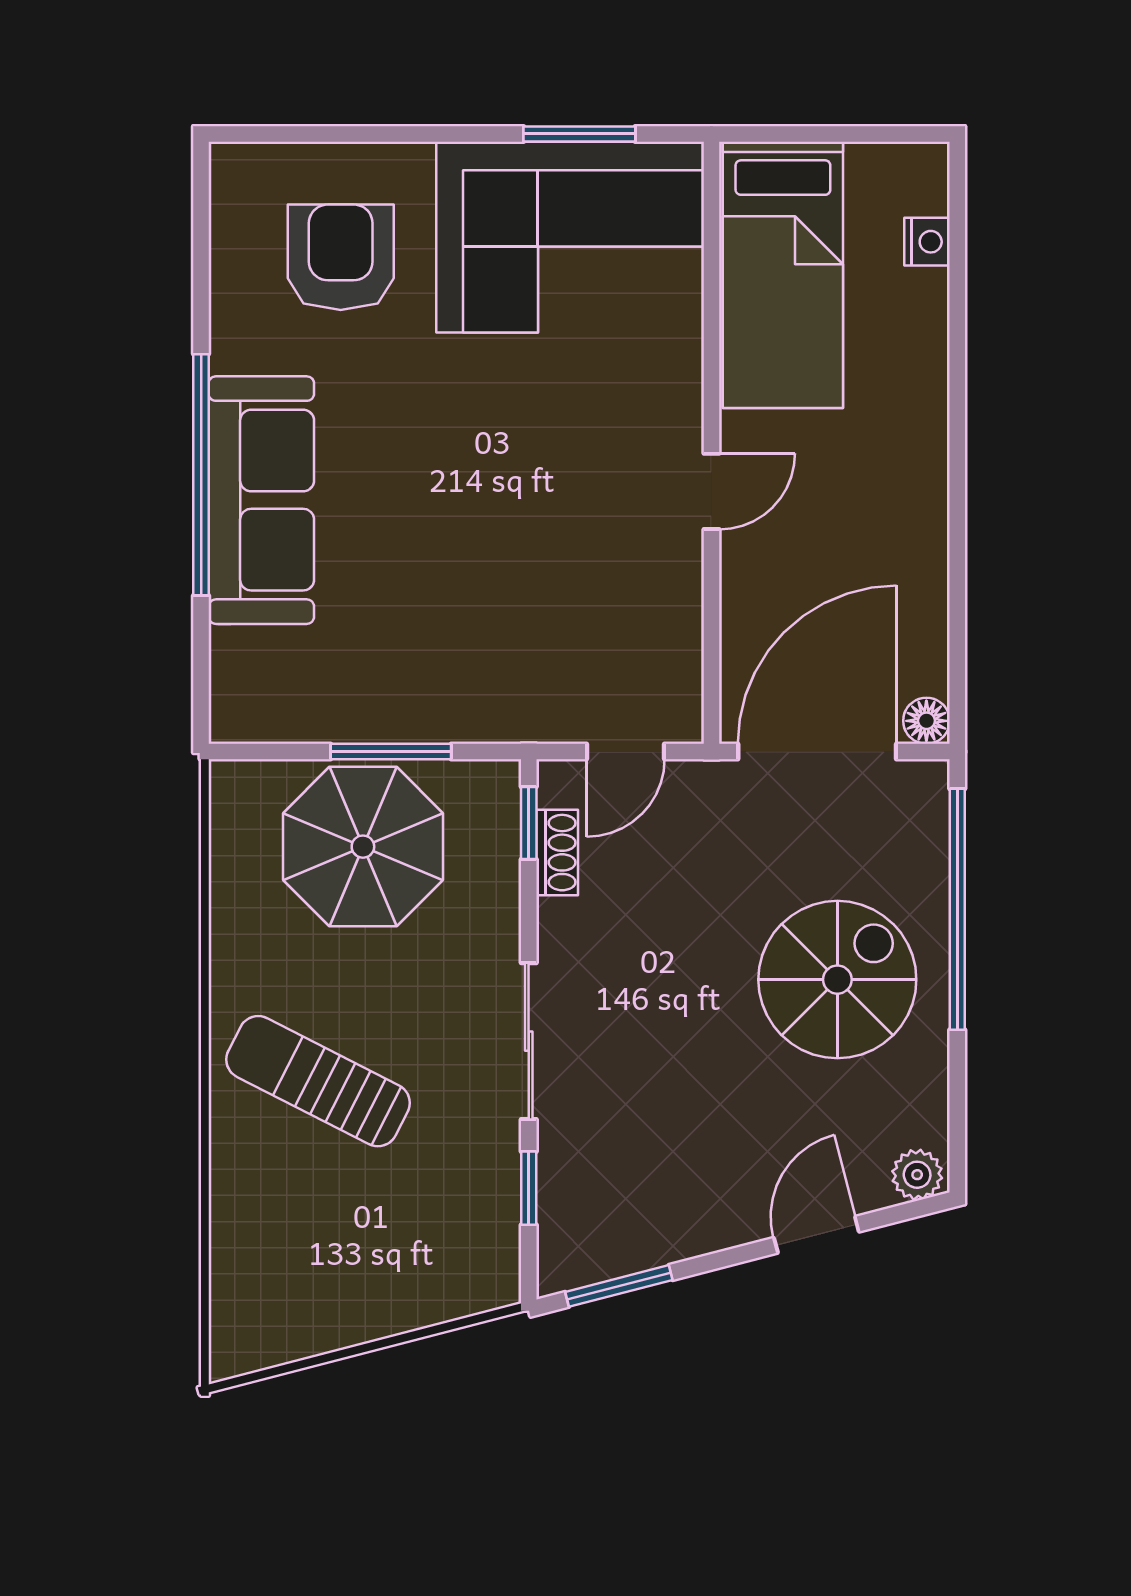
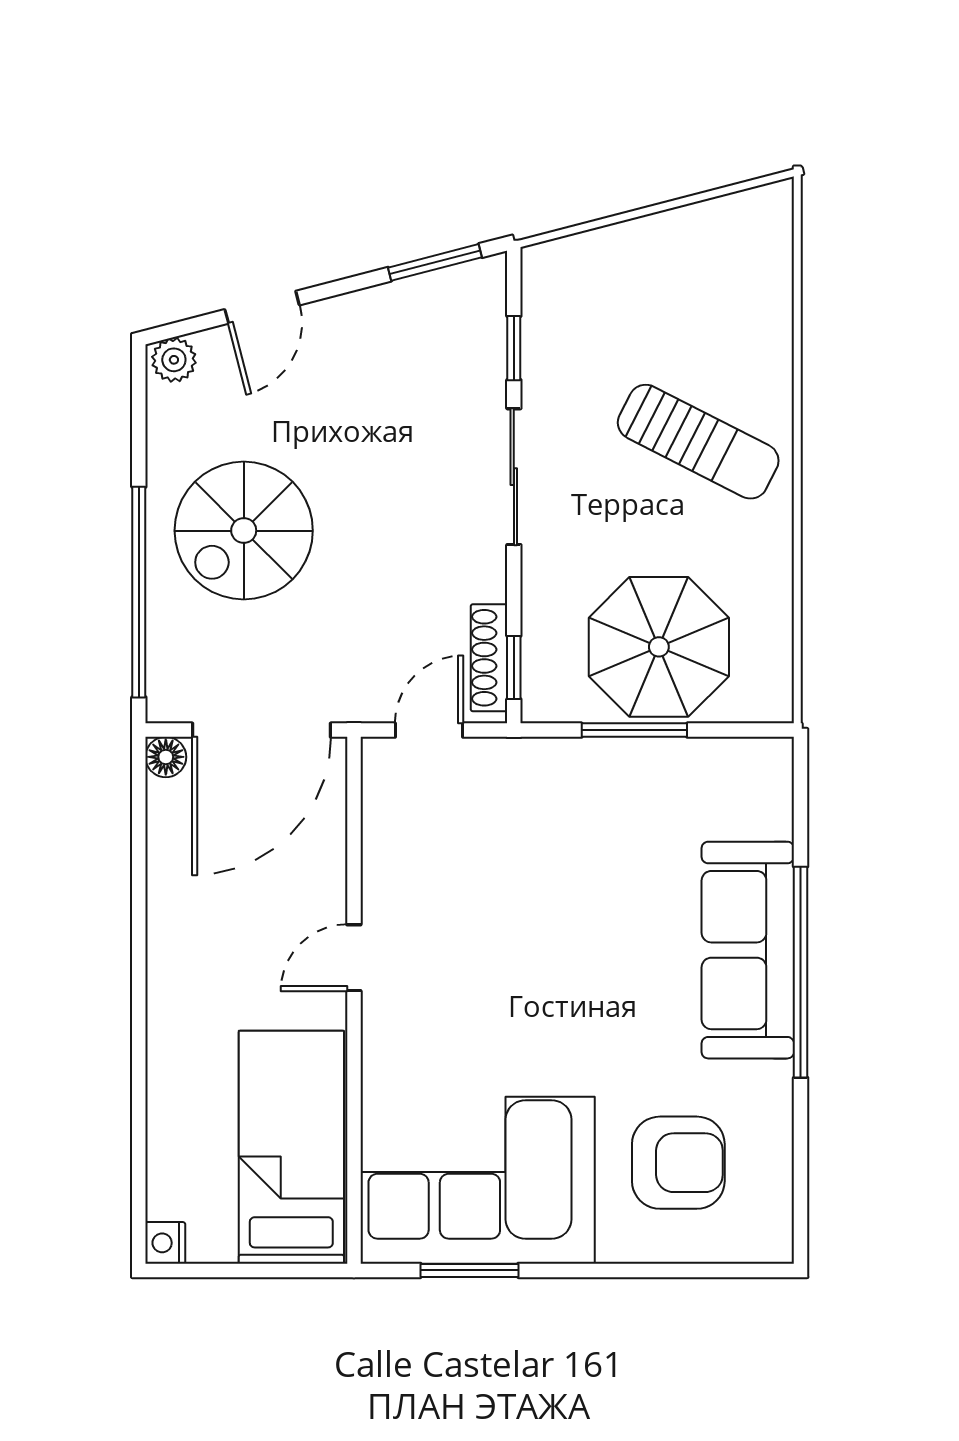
nightstand: (927, 242) -> (165, 1243), moved
armchair: (341, 257) -> (678, 1163), turned -90
shoe rack: (557, 853) -> (489, 658), width x1.43

